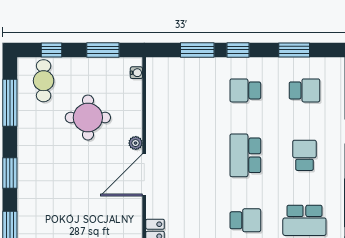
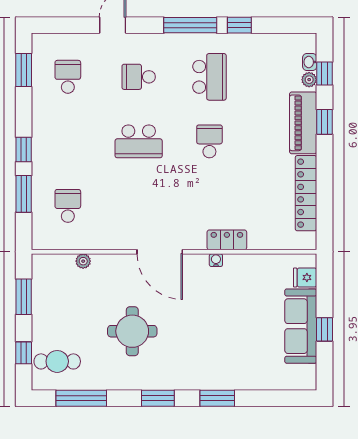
window: (294, 50) -> (24, 70), moved
water cooler: (136, 73) -> (216, 260), moved
school desk: (245, 90) -> (68, 206), moved, turned 180
round table: (88, 118) -> (132, 331), moved
plant: (136, 143) -> (83, 261), moved

